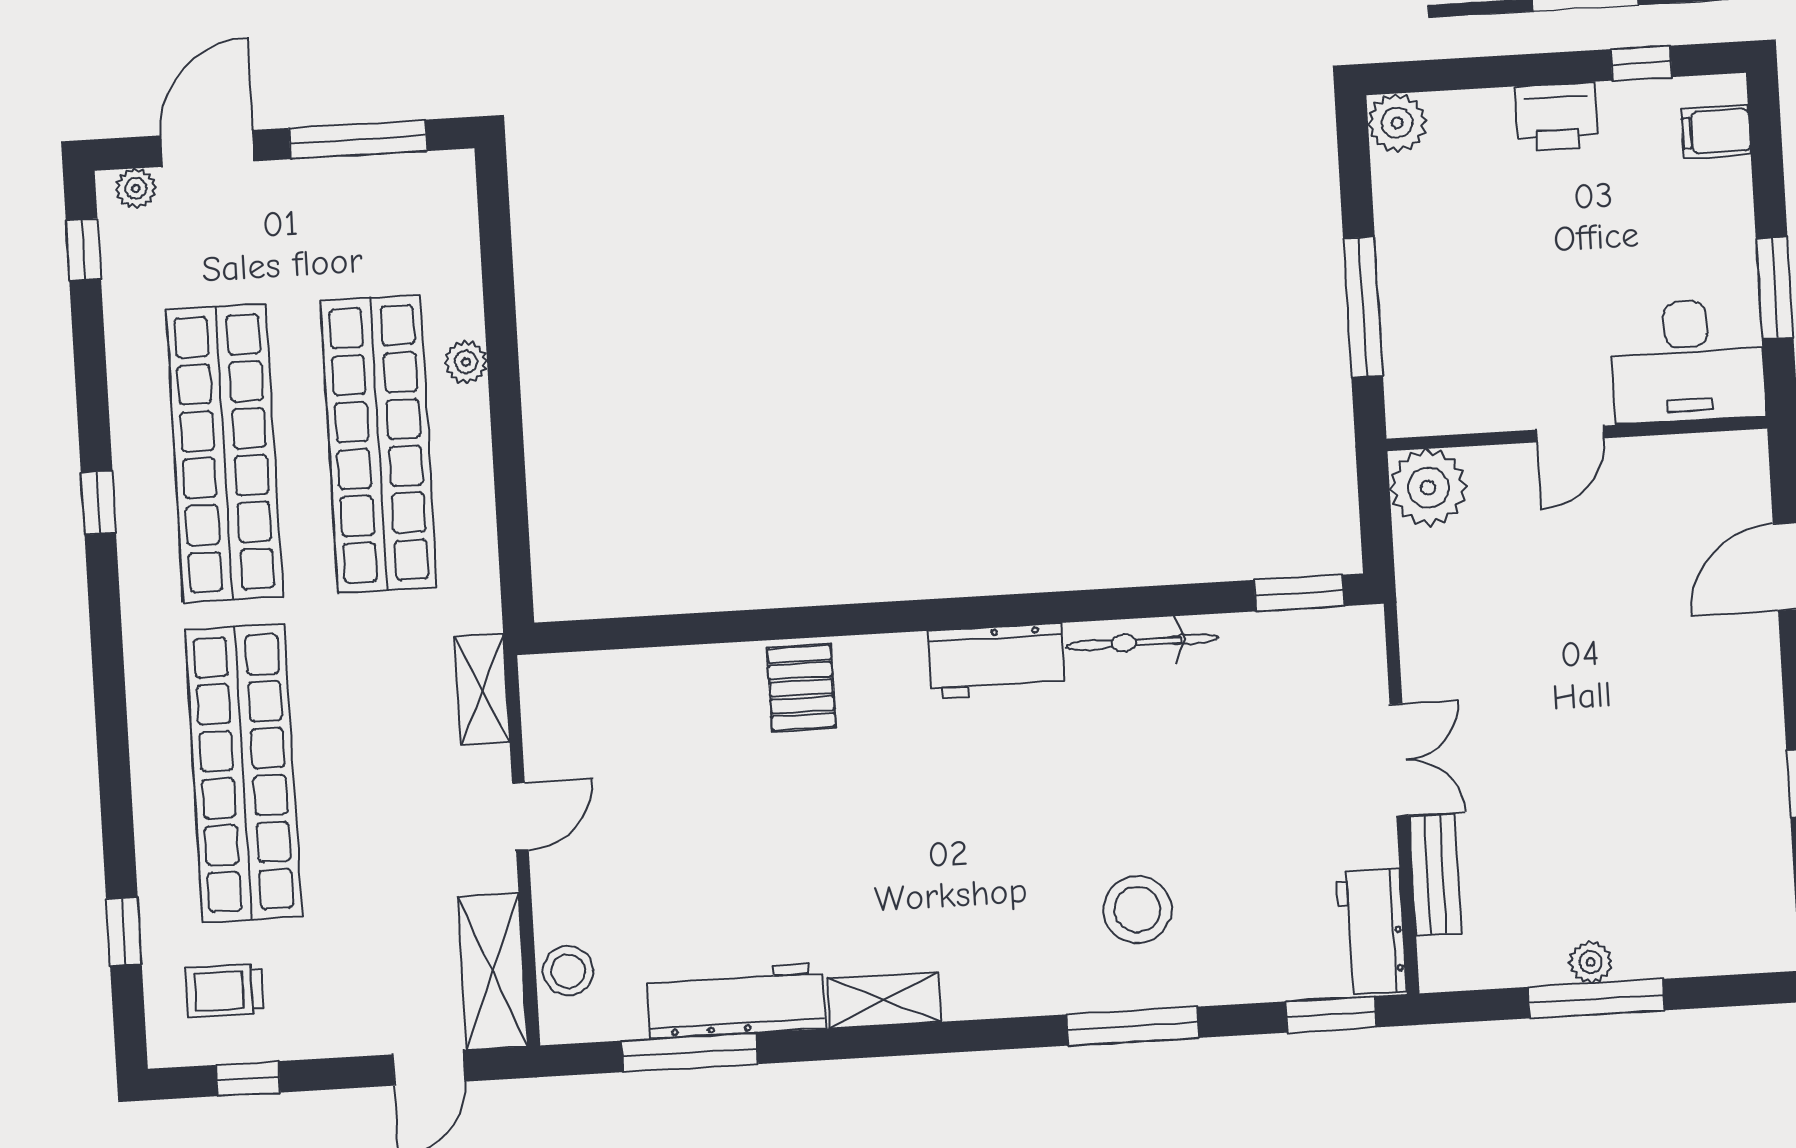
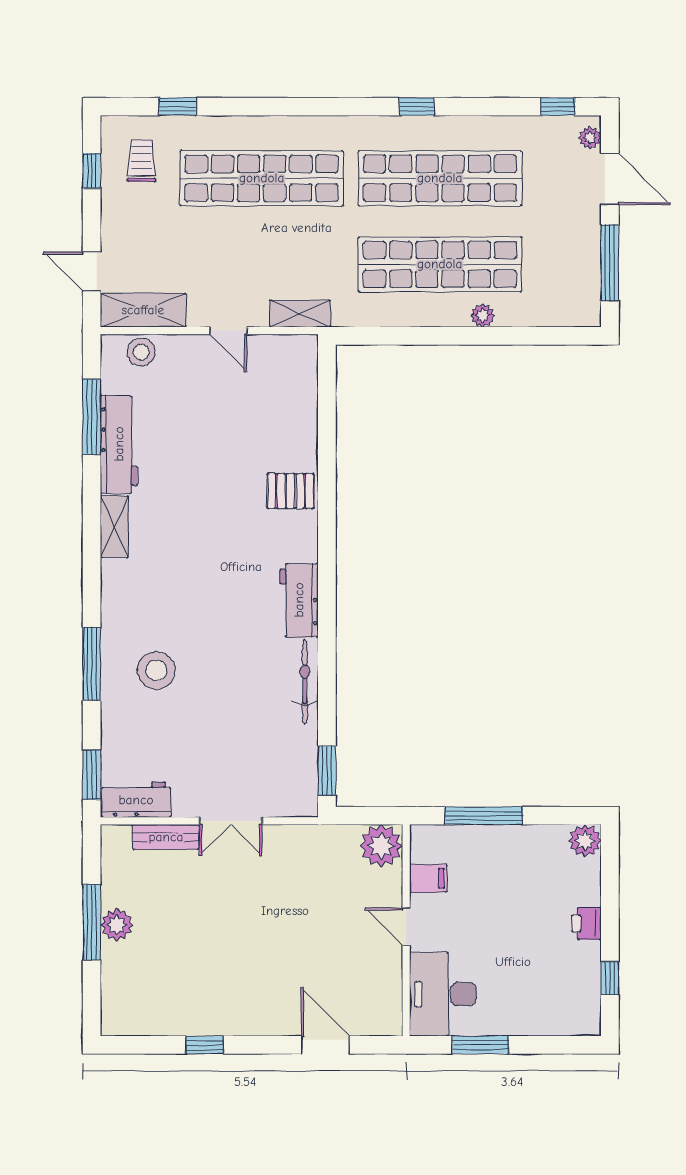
printer: (1557, 117) -> (586, 924), width x0.73, depth x0.81
filing cabinet: (1716, 132) -> (428, 878), moved, turned 90
plant: (1591, 962) -> (117, 925), width x1.38, depth x1.38

